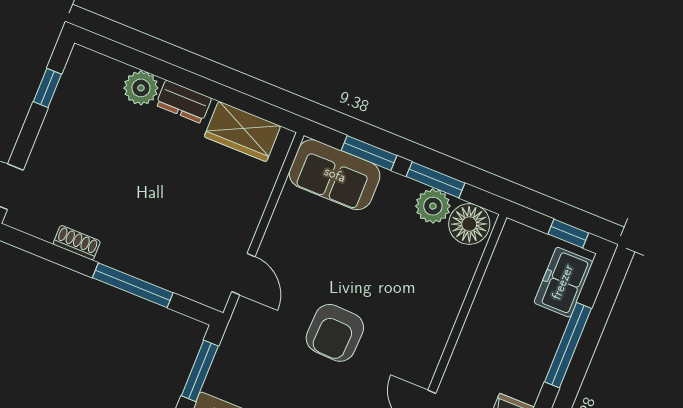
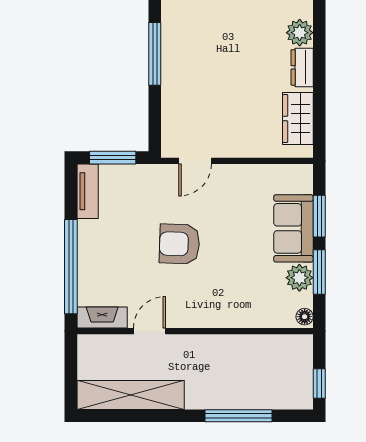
sofa: (335, 175) -> (293, 228), moved
floor lamp: (469, 224) -> (305, 317), width x0.53, depth x0.53
shoe rack: (77, 243) -> (169, 31), removed
freezer: (563, 282) -> (283, 394), removed
window: (133, 285) -> (155, 54), moved

